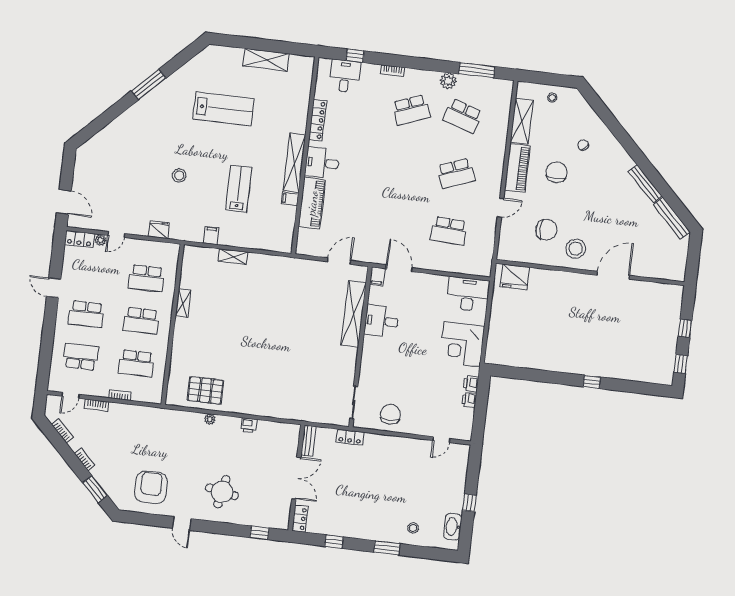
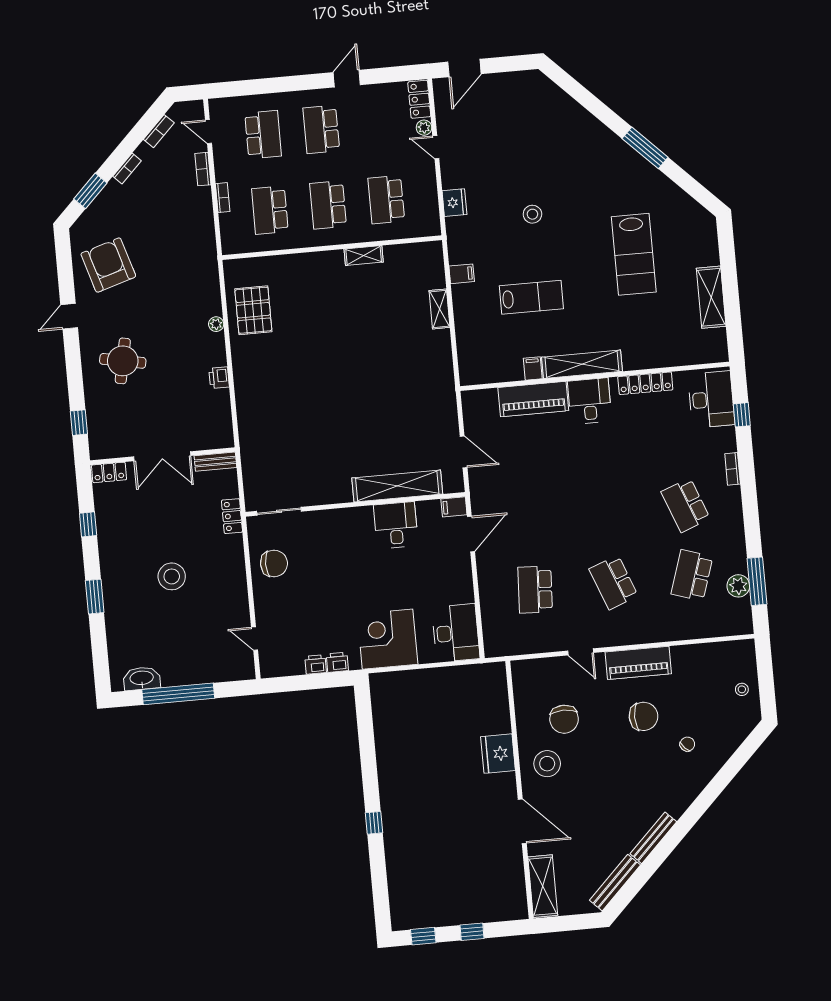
desk: (345, 76) -> (711, 399), width x1.37
plant: (448, 81) -> (738, 586), moved
shelving: (522, 121) -> (543, 886), moved, turned 90
fridge: (515, 277) -> (498, 754), moved
armchair: (151, 488) -> (108, 265), turned -107
window: (469, 503) -> (178, 694), width x3.17
stool: (413, 528) -> (172, 576), moved, width x1.89, depth x1.89

